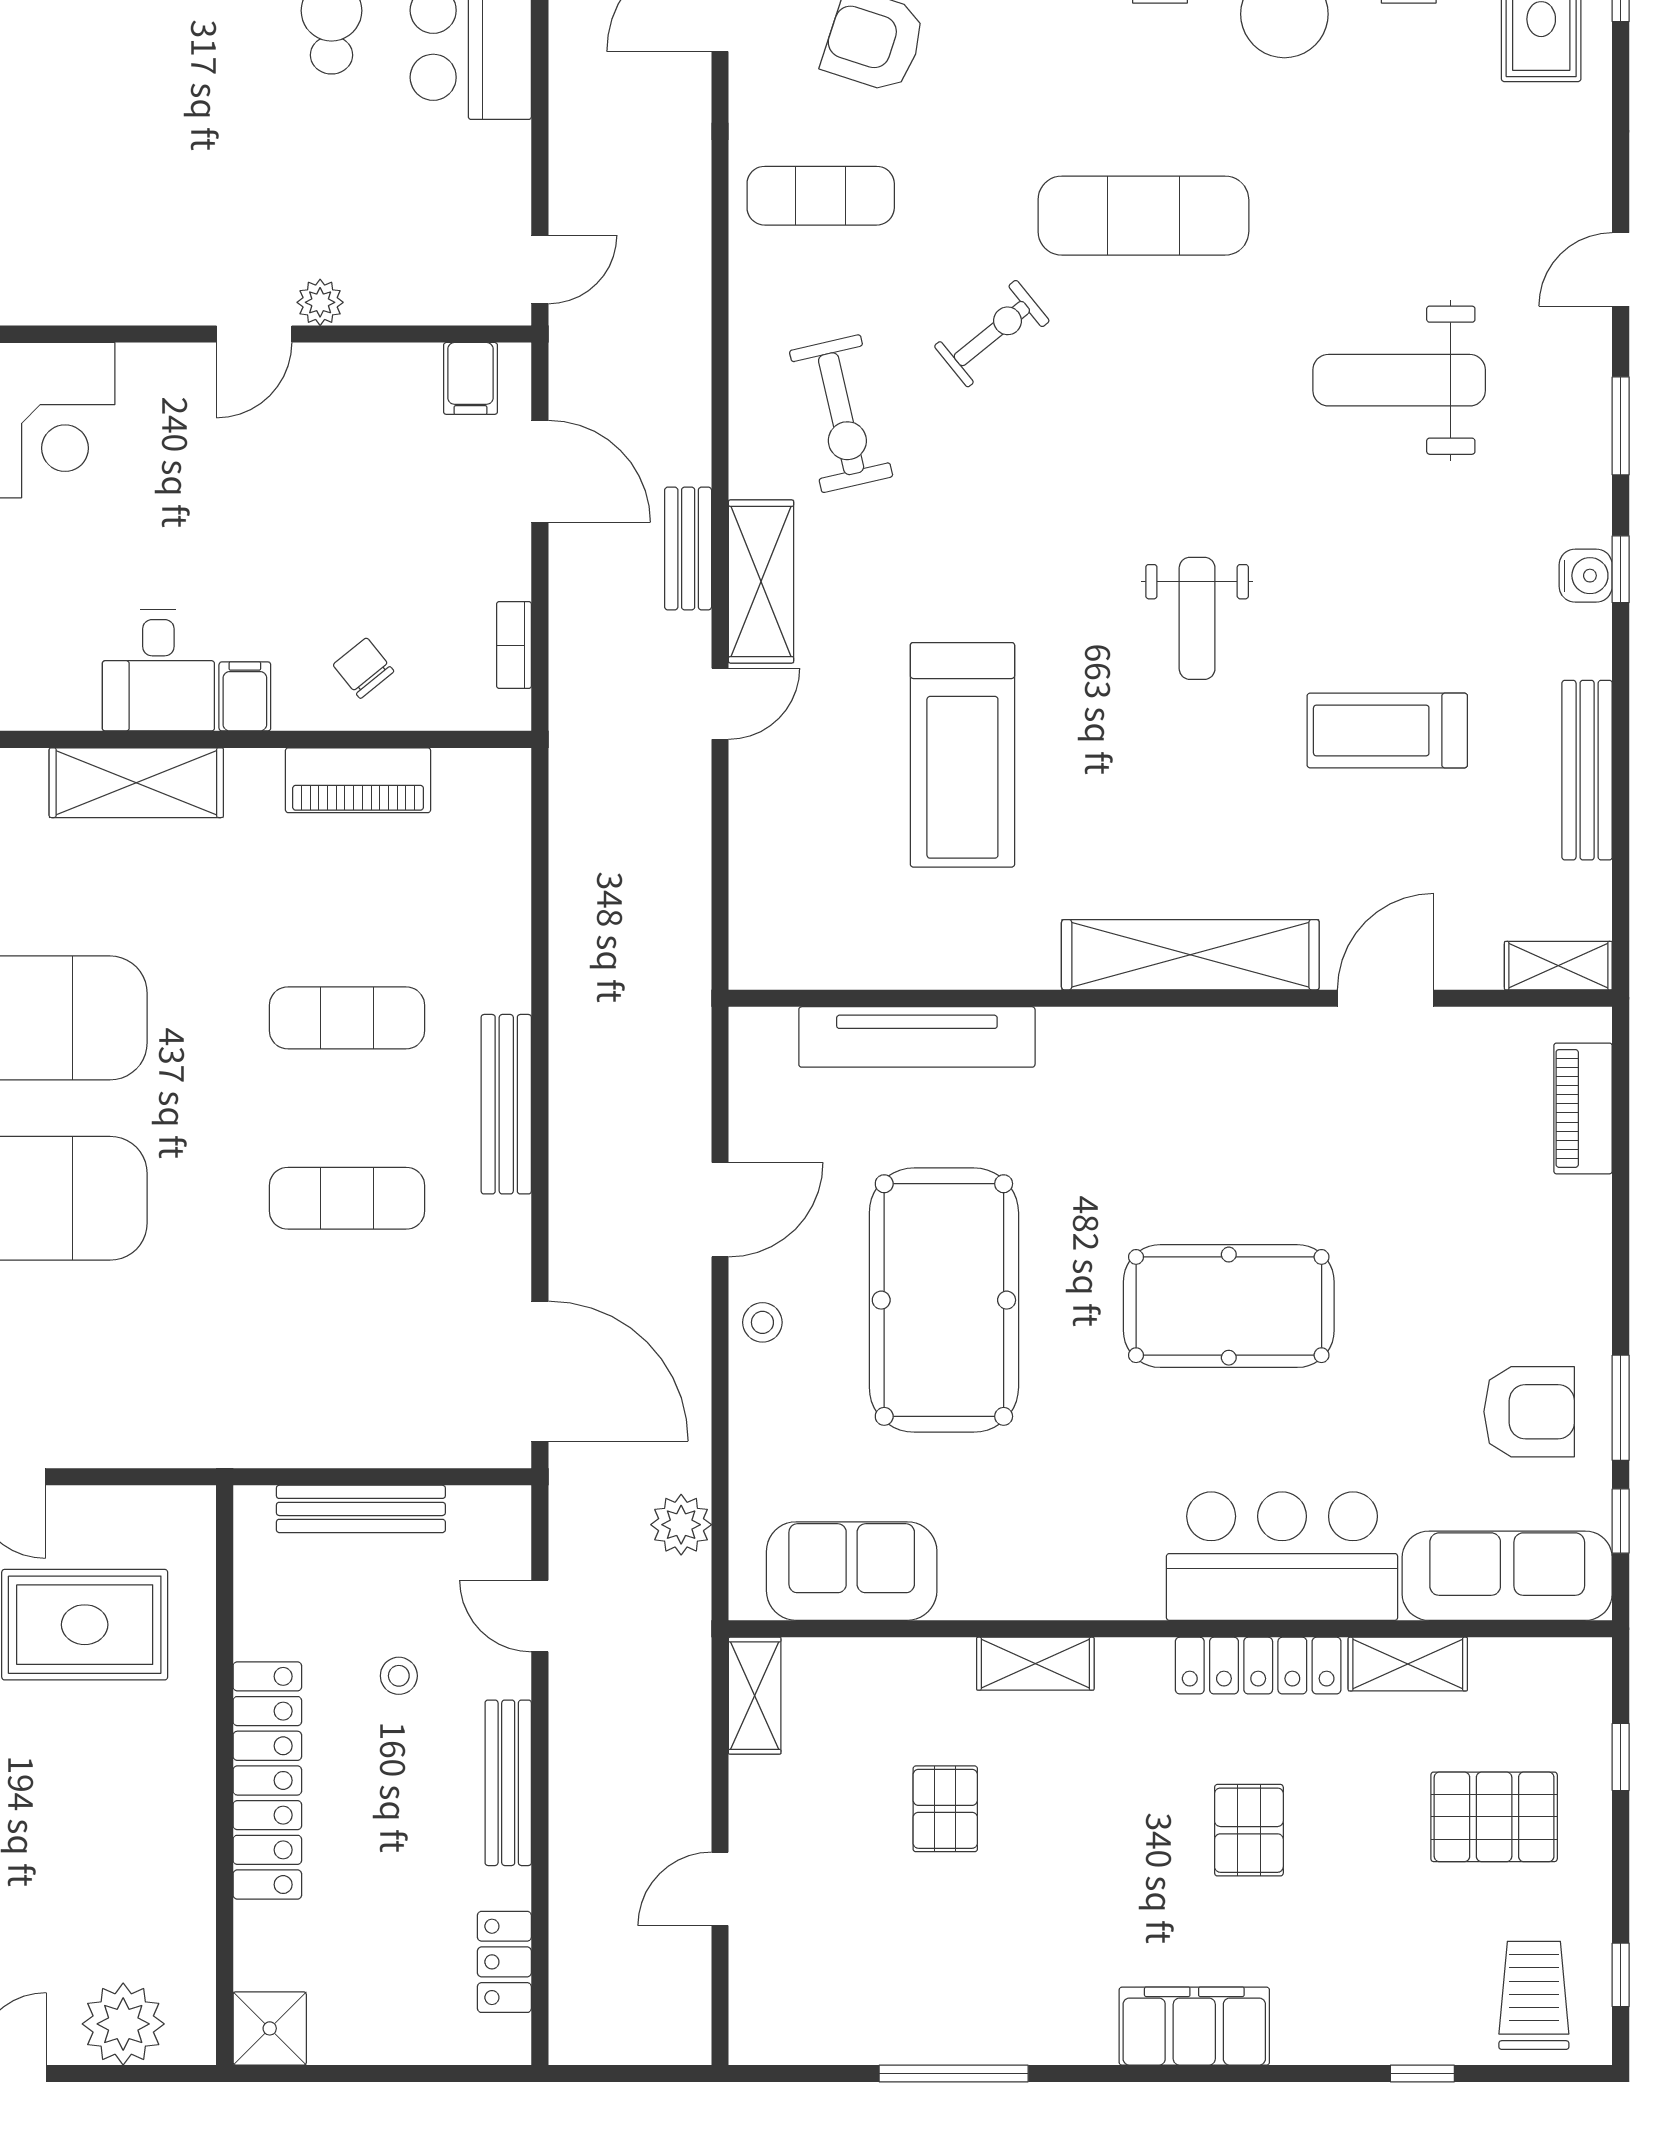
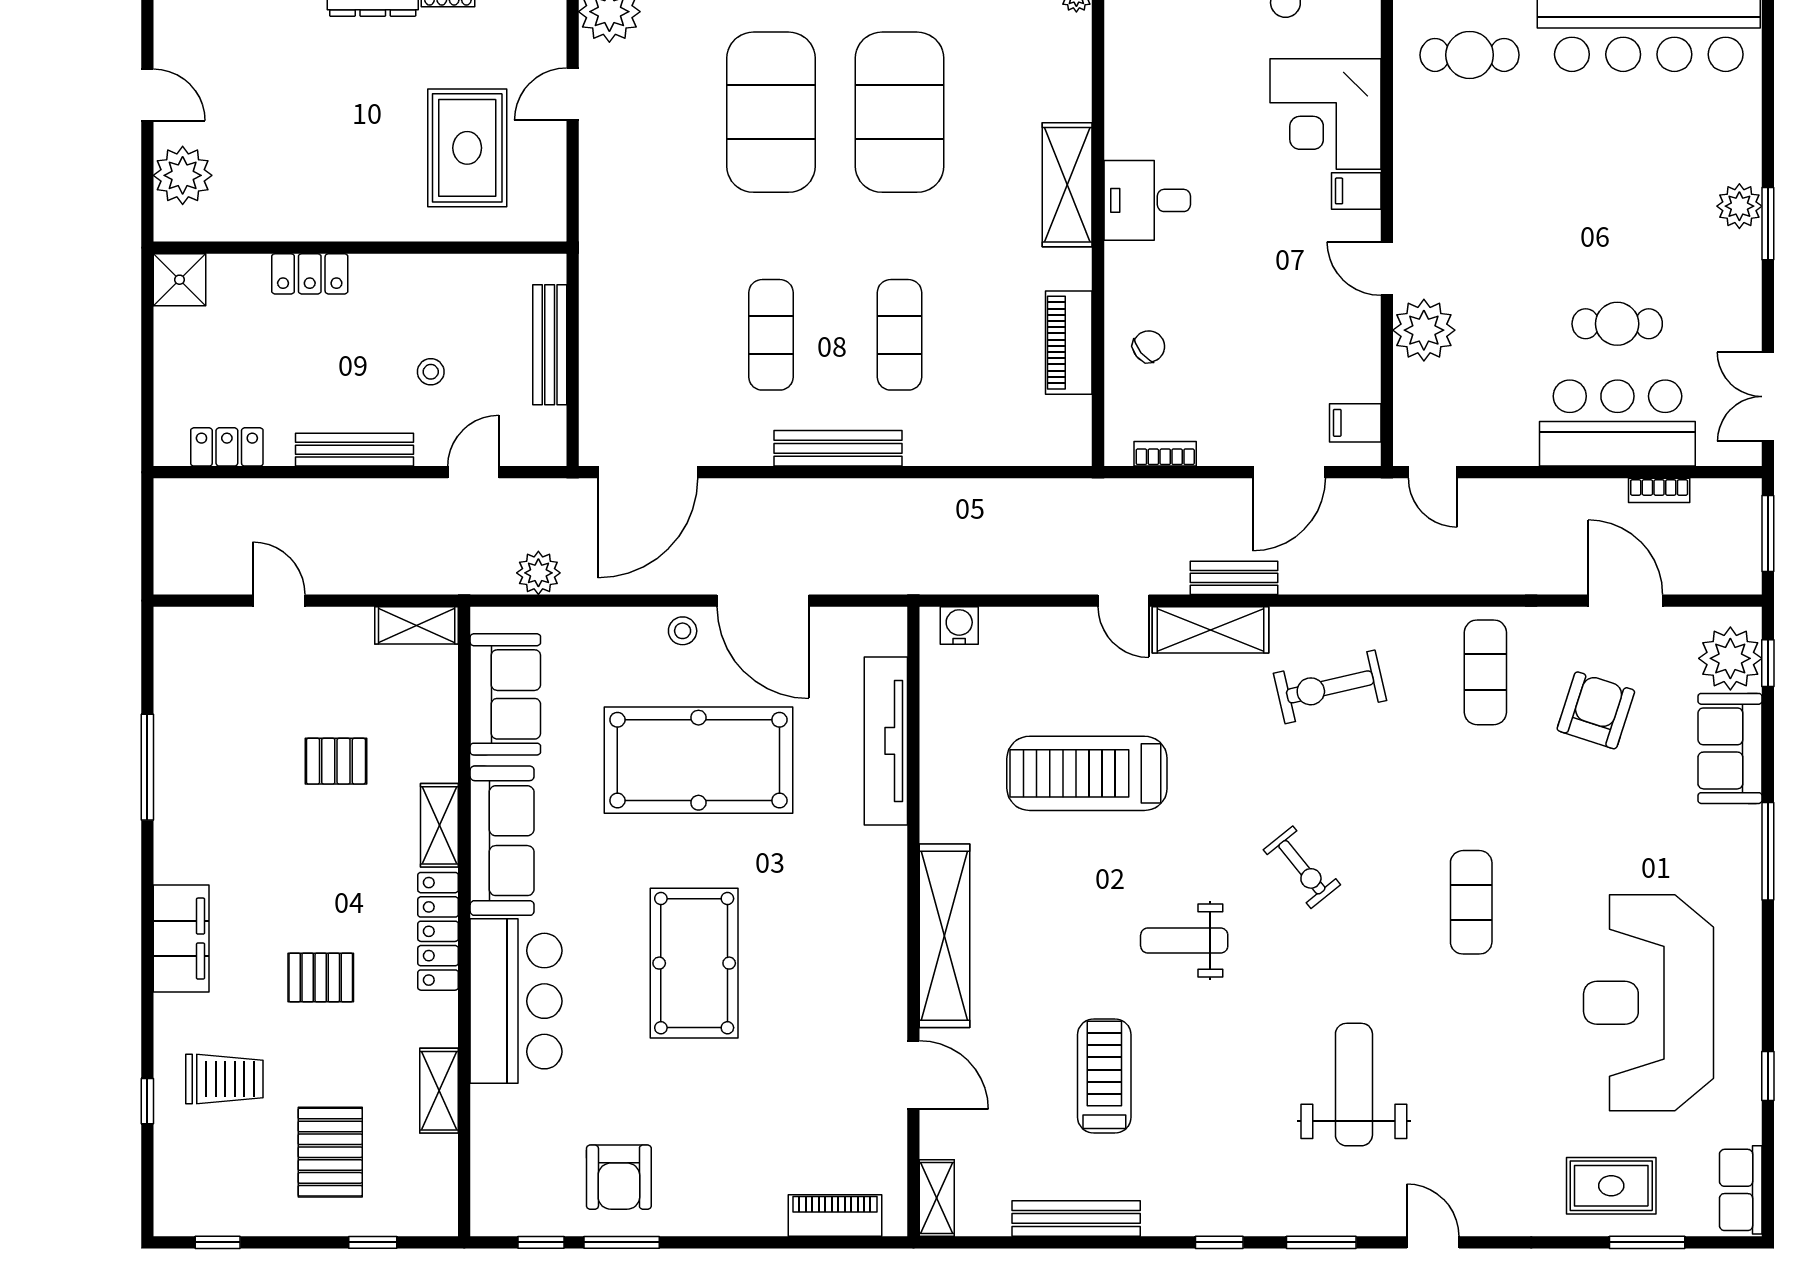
exercise mat: (1143, 216) -> (1471, 902), width x0.73, depth x0.69
plant: (320, 302) -> (1424, 330), width x1.88, depth x1.88
exercise bike: (992, 334) -> (1302, 867), moved
water cooler: (1586, 576) -> (959, 626), moved, turned 180
filing cabinet: (245, 696) -> (1356, 191), moved, turned 180
door: (720, 1210) -> (763, 601), width x1.36
sofa: (1507, 1576) -> (502, 841), moved
locker: (1258, 1666) -> (438, 931), moved
locker: (267, 1780) -> (310, 274), width x0.46, depth x0.83
trolley: (1534, 1995) -> (224, 1079), moved

